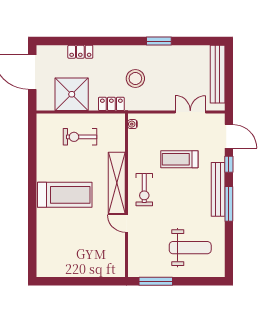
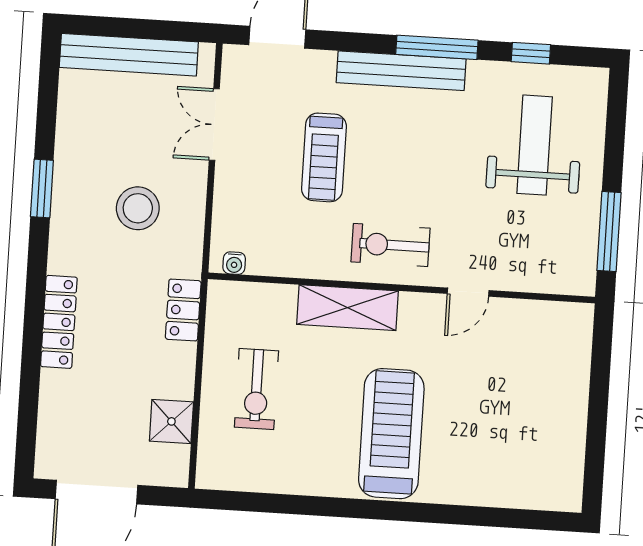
locker: (80, 52) -> (59, 322), moved, width x1.53
stool: (135, 78) -> (138, 208), moved
shower: (72, 94) -> (171, 421), width x0.54, depth x0.54
window: (229, 164) -> (531, 53), moved
shelving: (117, 183) -> (347, 308), width x0.68
exercise bike: (144, 190) -> (391, 245), turned 180

